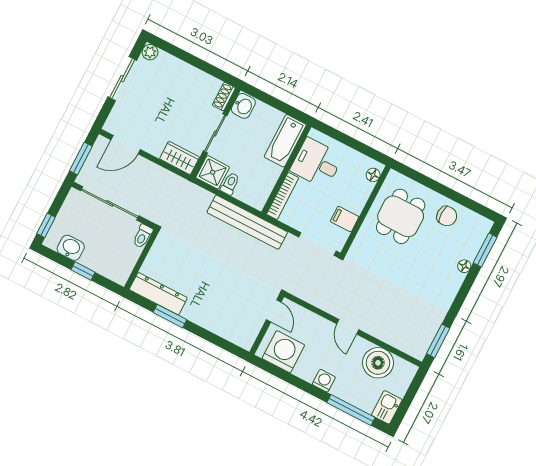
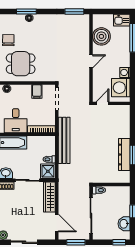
wardrobe: (180, 158) -> (49, 197), width x1.50
window: (485, 250) -> (26, 12), moved
dresser: (158, 294) -> (124, 155), moved
washing machine: (324, 381) -> (125, 72), moved

